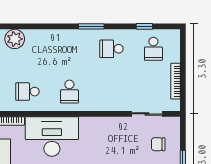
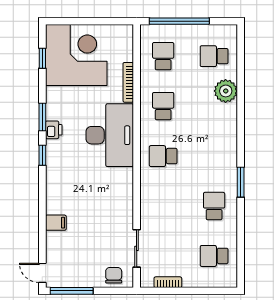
window: (144, 26) -> (241, 245), removed
bookcase: (175, 81) -> (168, 282), width x0.64
chair: (158, 144) -> (114, 275), moved

